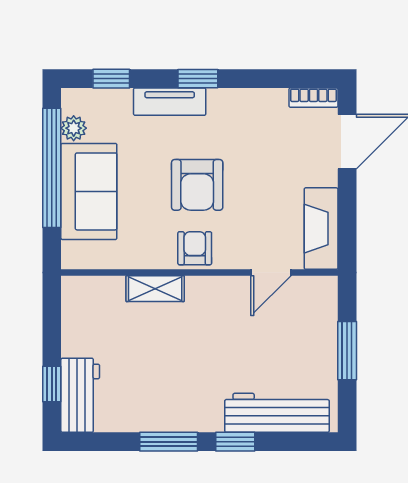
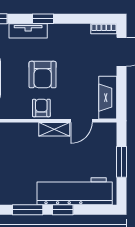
shelving: (155, 289) -> (54, 129), moved
workbench: (277, 413) -> (75, 191), width x1.36, depth x1.32

